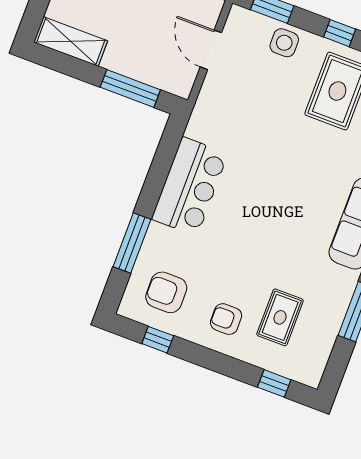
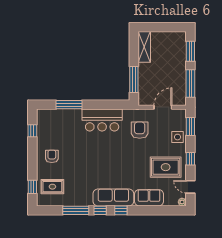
armchair: (166, 292) -> (140, 130), moved
rug: (280, 317) -> (52, 187), moved

